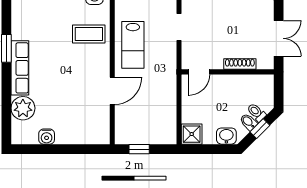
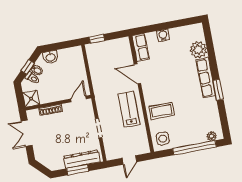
door: (112, 91) -> (137, 74), hinge flipped
row of seats: (101, 126) -> (141, 47), added
shower: (192, 134) -> (31, 99), moved
water cooler: (47, 137) -> (163, 35), moved
window: (139, 149) -> (97, 39), moved

